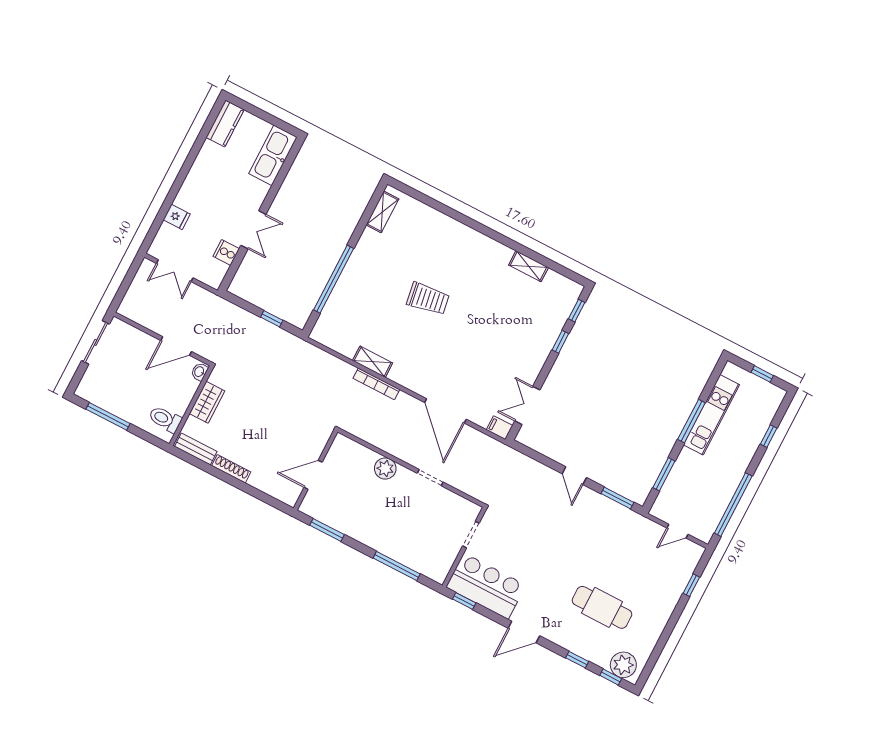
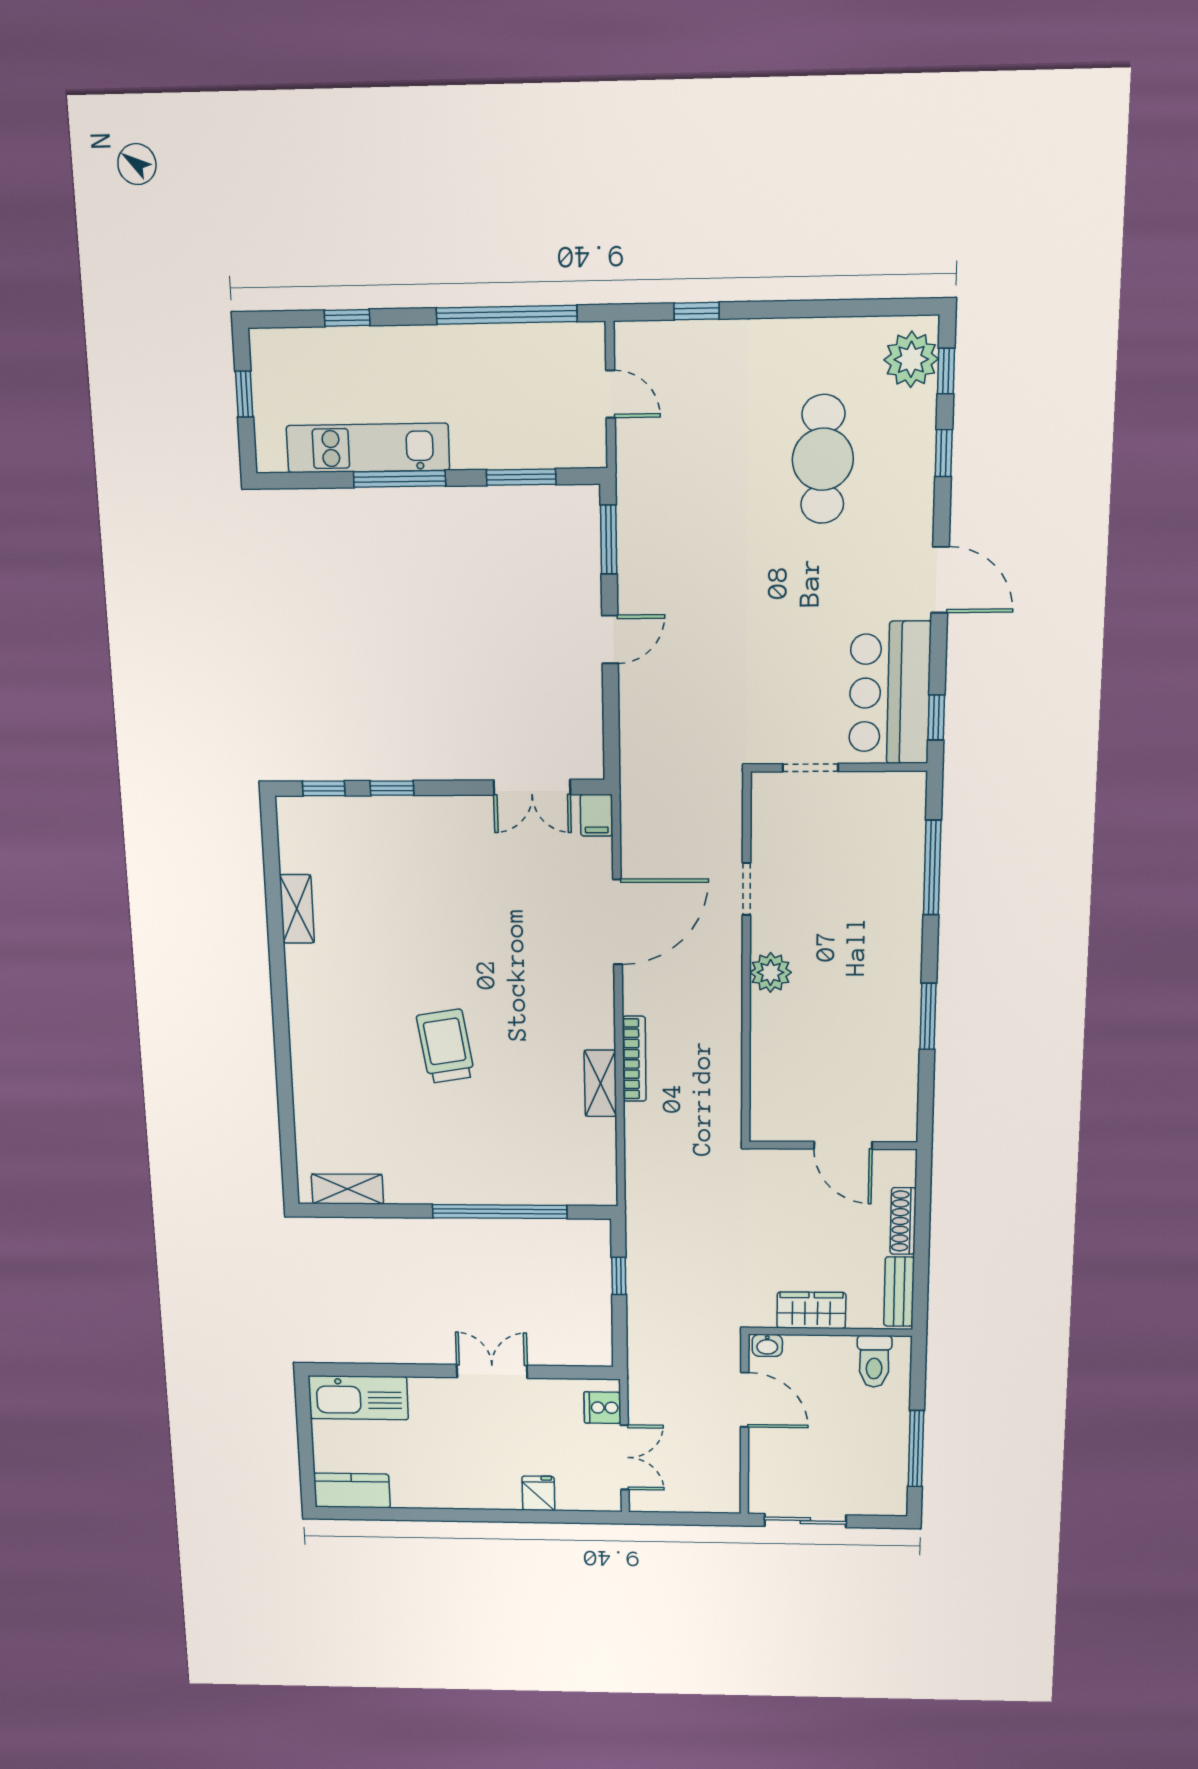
cooker: (226, 252) -> (602, 1408), moved, turned 90
wall: (316, 470) -> (833, 1145), moved
door: (313, 475) -> (843, 1145), moved

